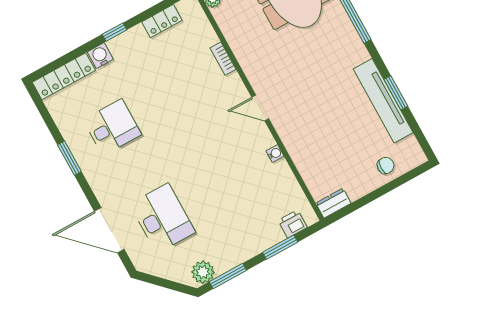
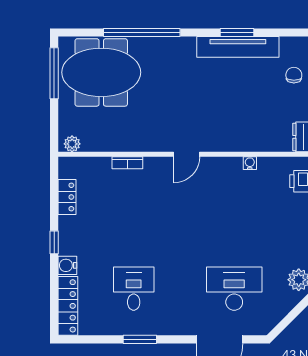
water cooler: (275, 153) -> (250, 163), moved

